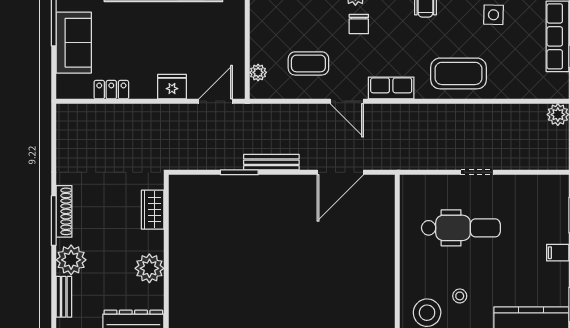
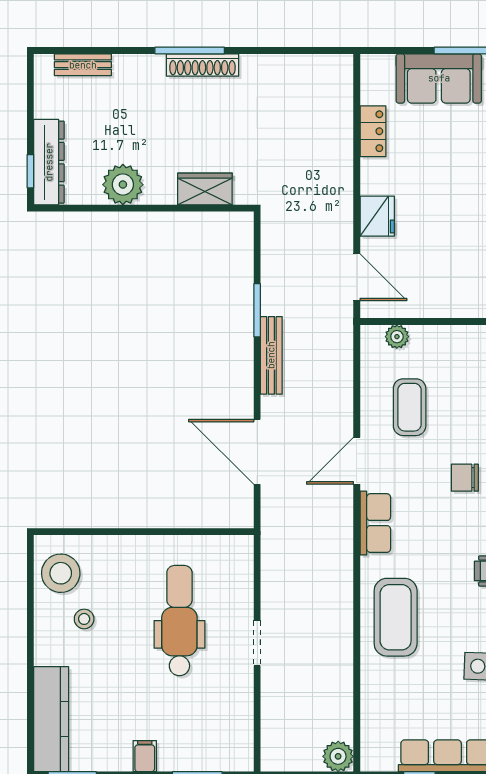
dental chair: (461, 228) -> (179, 621), turned 180
plant: (71, 260) -> (135, 75), removed

